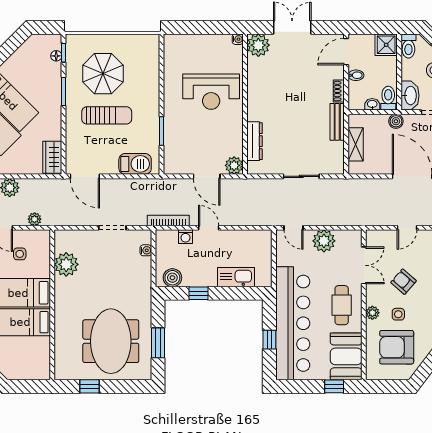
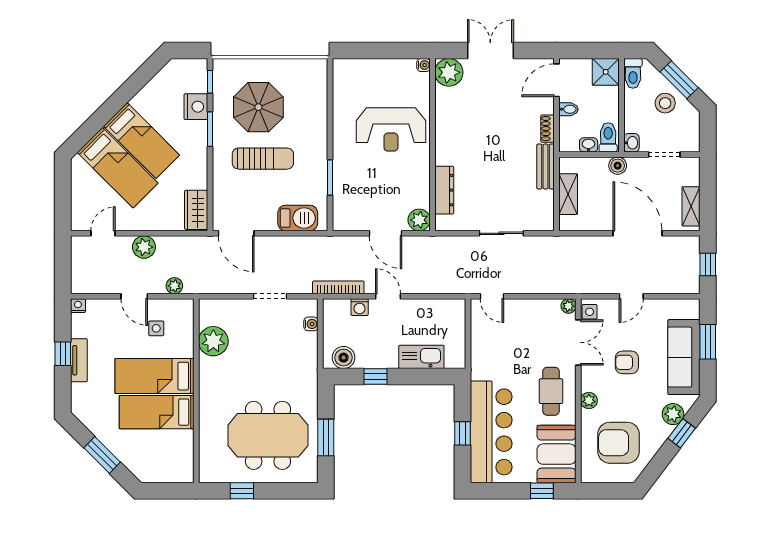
floor lamp: (56, 56) -> (201, 85), removed
nightstand: (52, 73) -> (196, 107), added
washbasin: (410, 96) -> (631, 143), width x0.52, depth x0.69
plant: (324, 241) -> (568, 306), moved, width x0.53, depth x0.53
armchair: (403, 282) -> (627, 362), turned -41
side table: (398, 314) -> (590, 312), moved
bar counter: (293, 323) -> (491, 432), width x0.73
meeting table: (111, 341) -> (268, 435), turned 90

